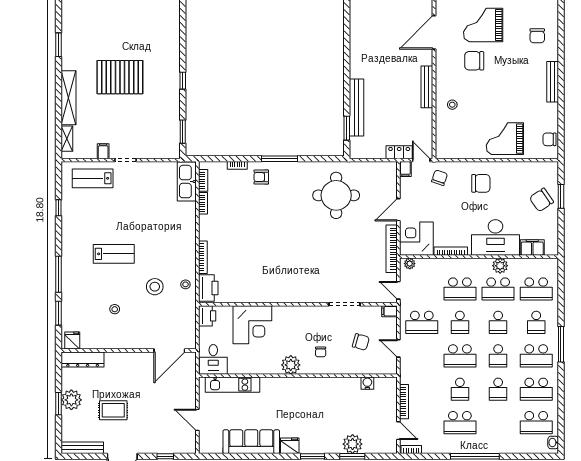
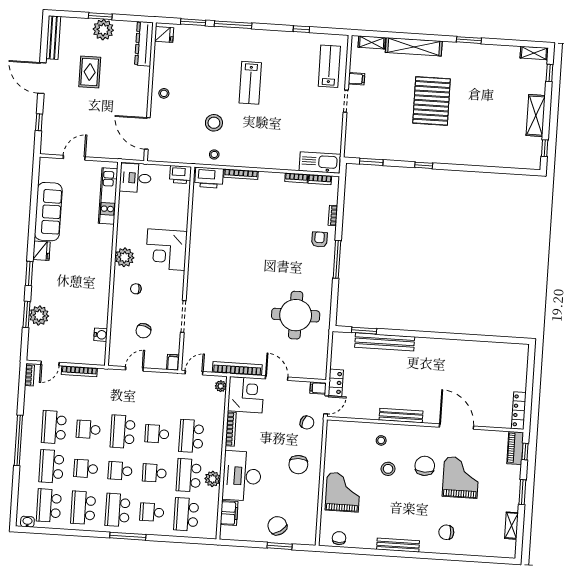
stool: (479, 96) -> (388, 469), added
stool: (115, 309) -> (164, 93), moved
school desk: (422, 322) -> (51, 466), moved
corner desk: (252, 325) -> (166, 250), moved

